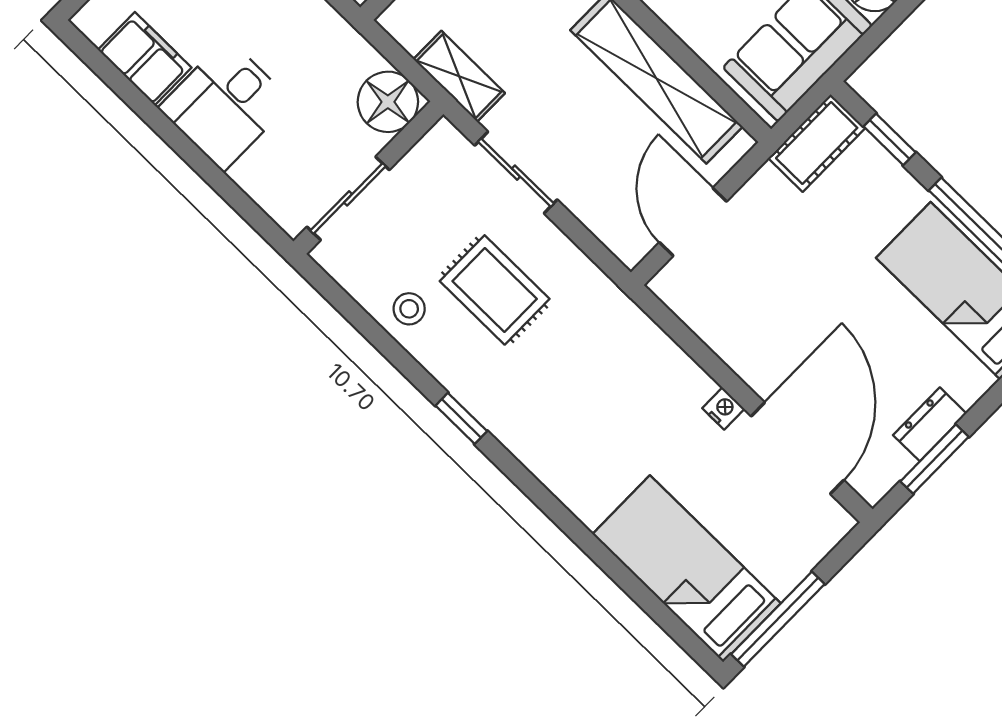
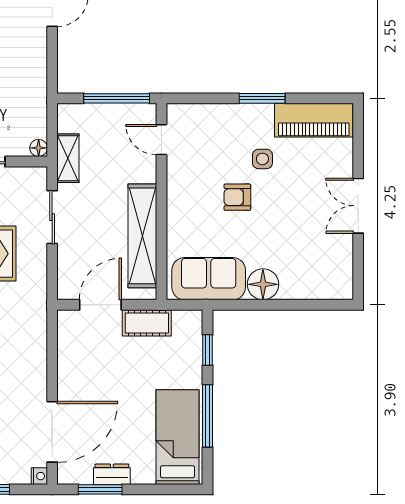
floor lamp: (388, 102) -> (39, 148), width x0.53, depth x0.53
cot: (817, 143) -> (147, 323), moved
nightstand: (723, 409) -> (39, 476), moved

